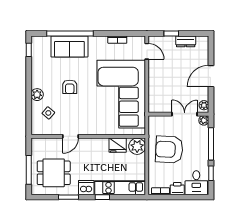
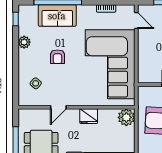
plant: (37, 95) -> (24, 42), moved
fridge: (118, 145) -> (89, 116), moved

